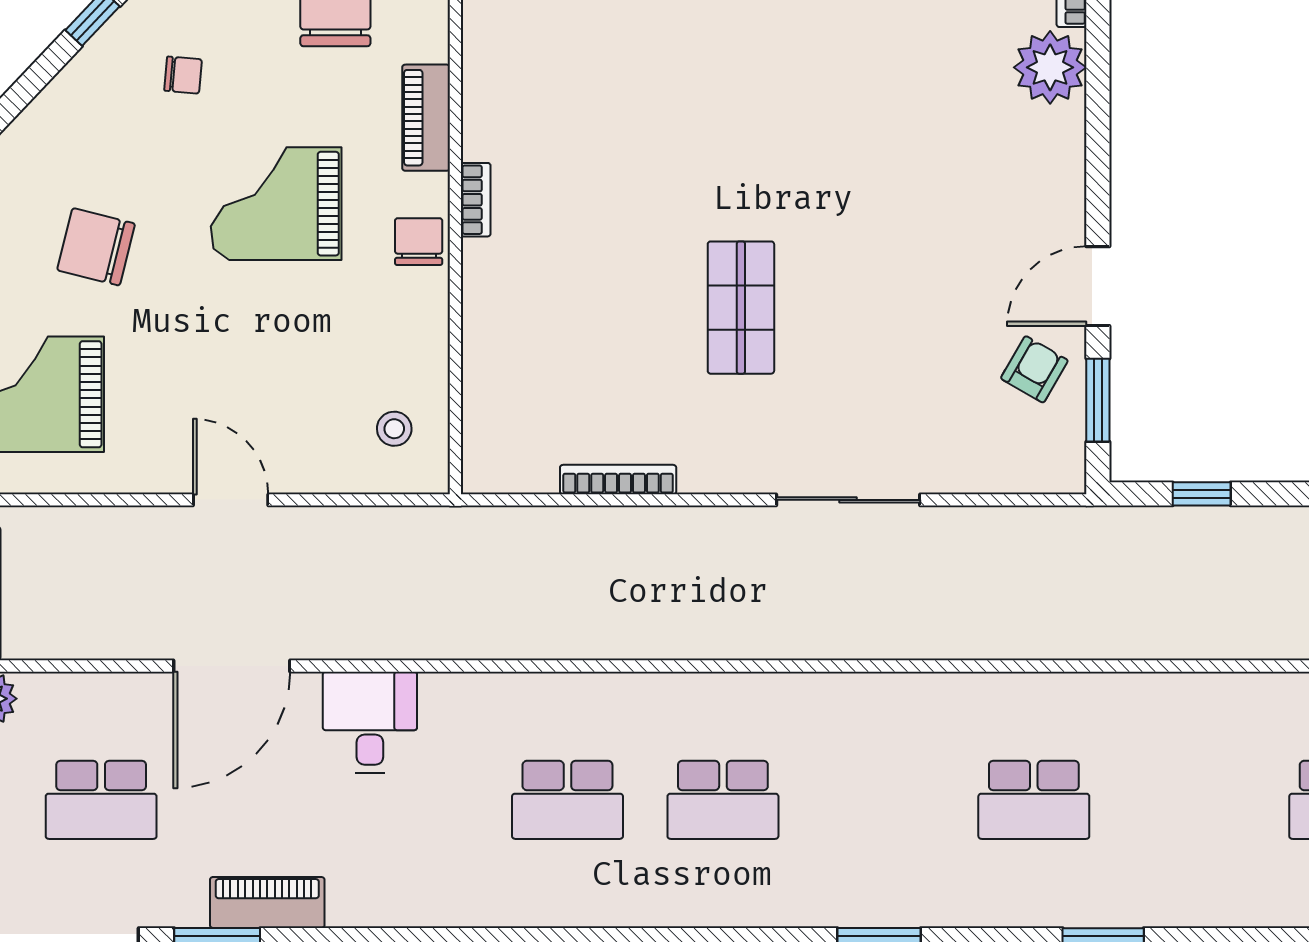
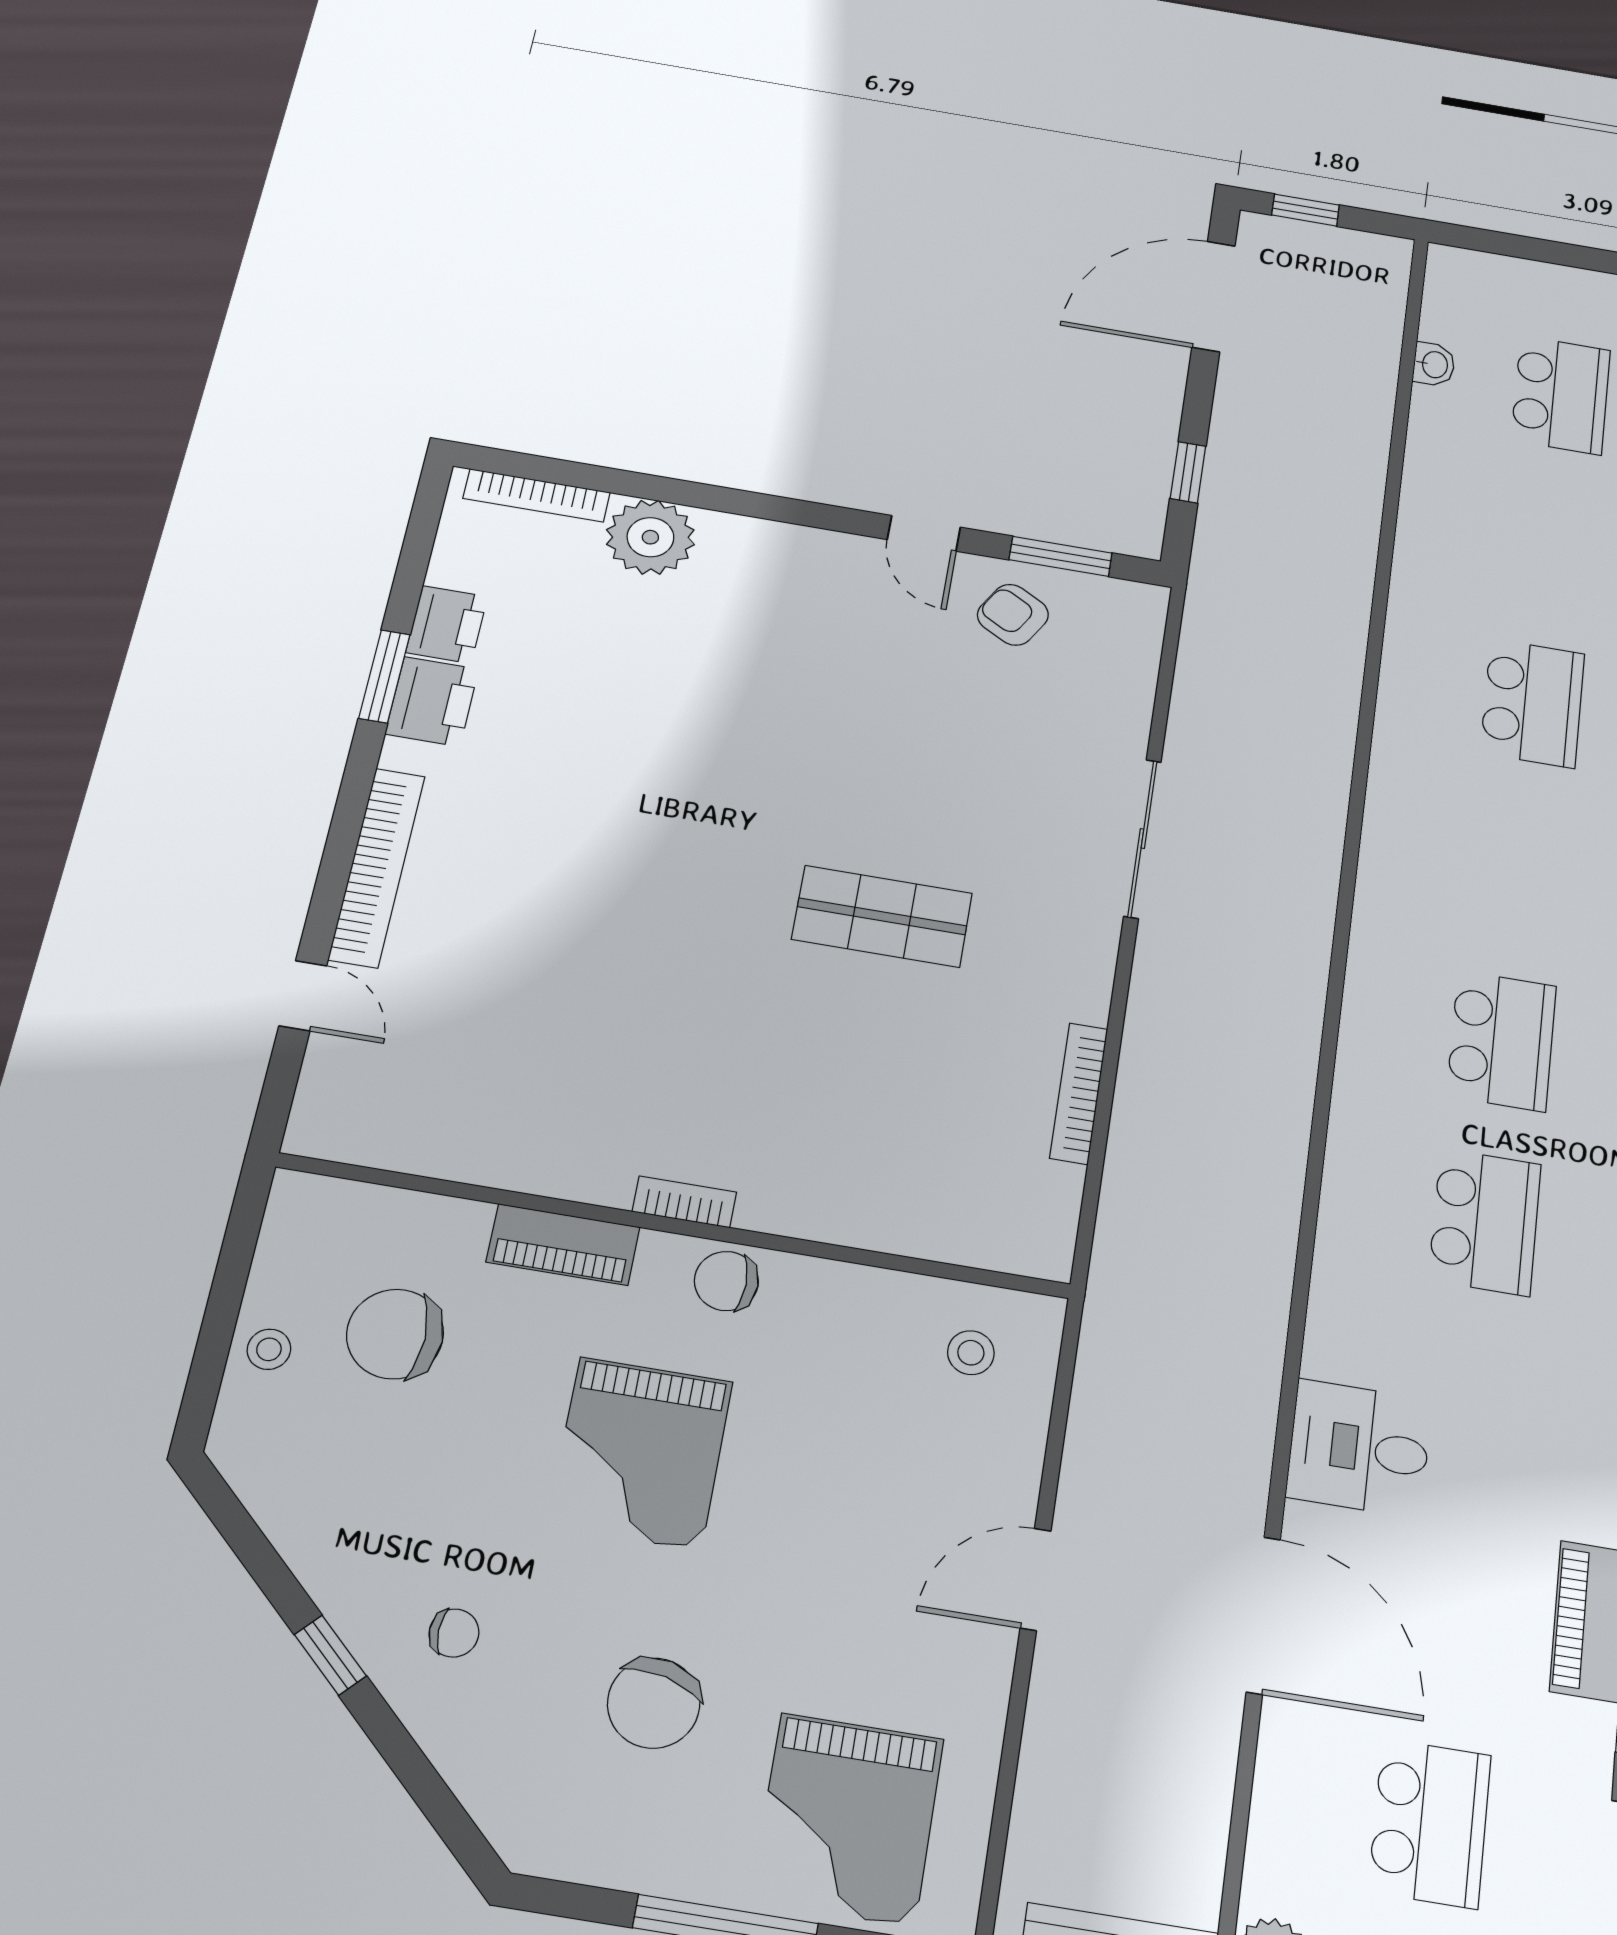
chair: (183, 75) -> (454, 1633), moved, turned 85
door: (1098, 286) -> (924, 533), width x0.73

